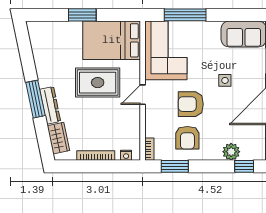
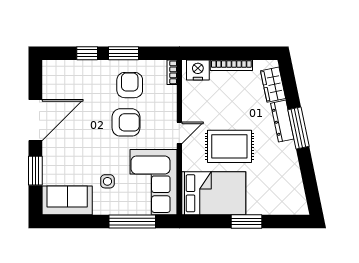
side table: (225, 80) -> (107, 181), moved
plant: (231, 152) -> (81, 69), removed
nightstand: (126, 155) -> (198, 70), width x1.89, depth x1.79
window: (175, 166) -> (123, 53), moved
window: (244, 166) -> (87, 53), moved

